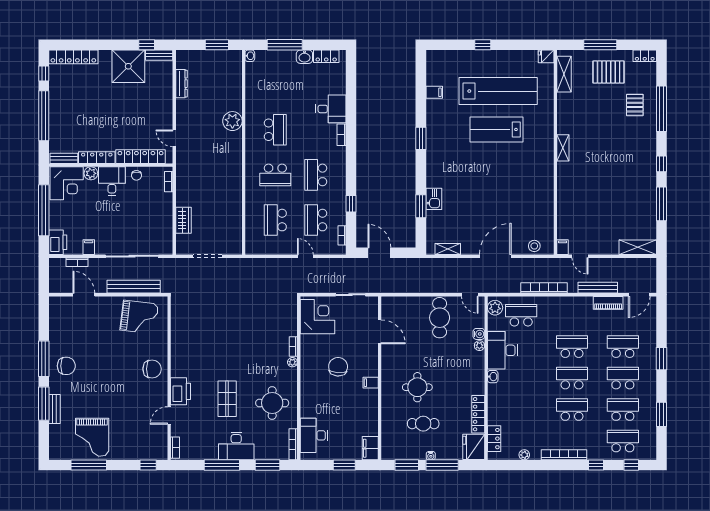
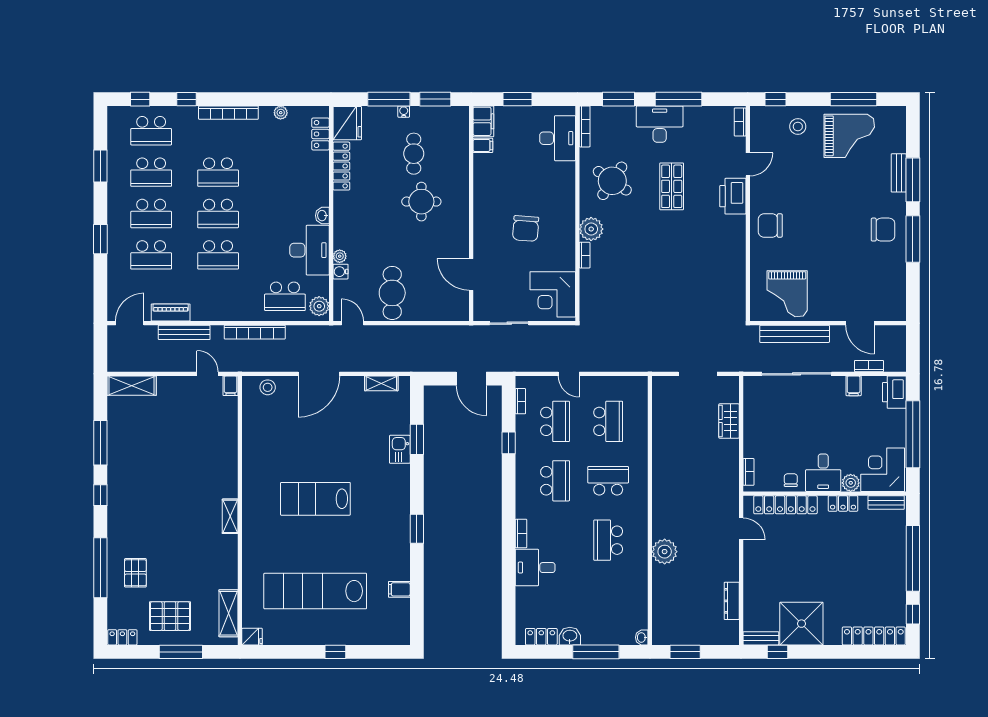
lab bench: (496, 129) -> (315, 499), moved, turned 180
locker: (97, 158) -> (843, 503), width x0.66
grand piano: (139, 317) -> (787, 294), turned -97
plant: (292, 362) -> (591, 229), width x1.87, depth x1.87
chair: (66, 366) -> (883, 230), turned 180
filing cabinet: (371, 383) -> (483, 145), moved
round table: (272, 403) -> (612, 181), turned 34
cafe table: (423, 424) -> (414, 154), turned 90
grand piano: (92, 437) -> (849, 136), turned 90
stool: (131, 444) -> (798, 126), added

